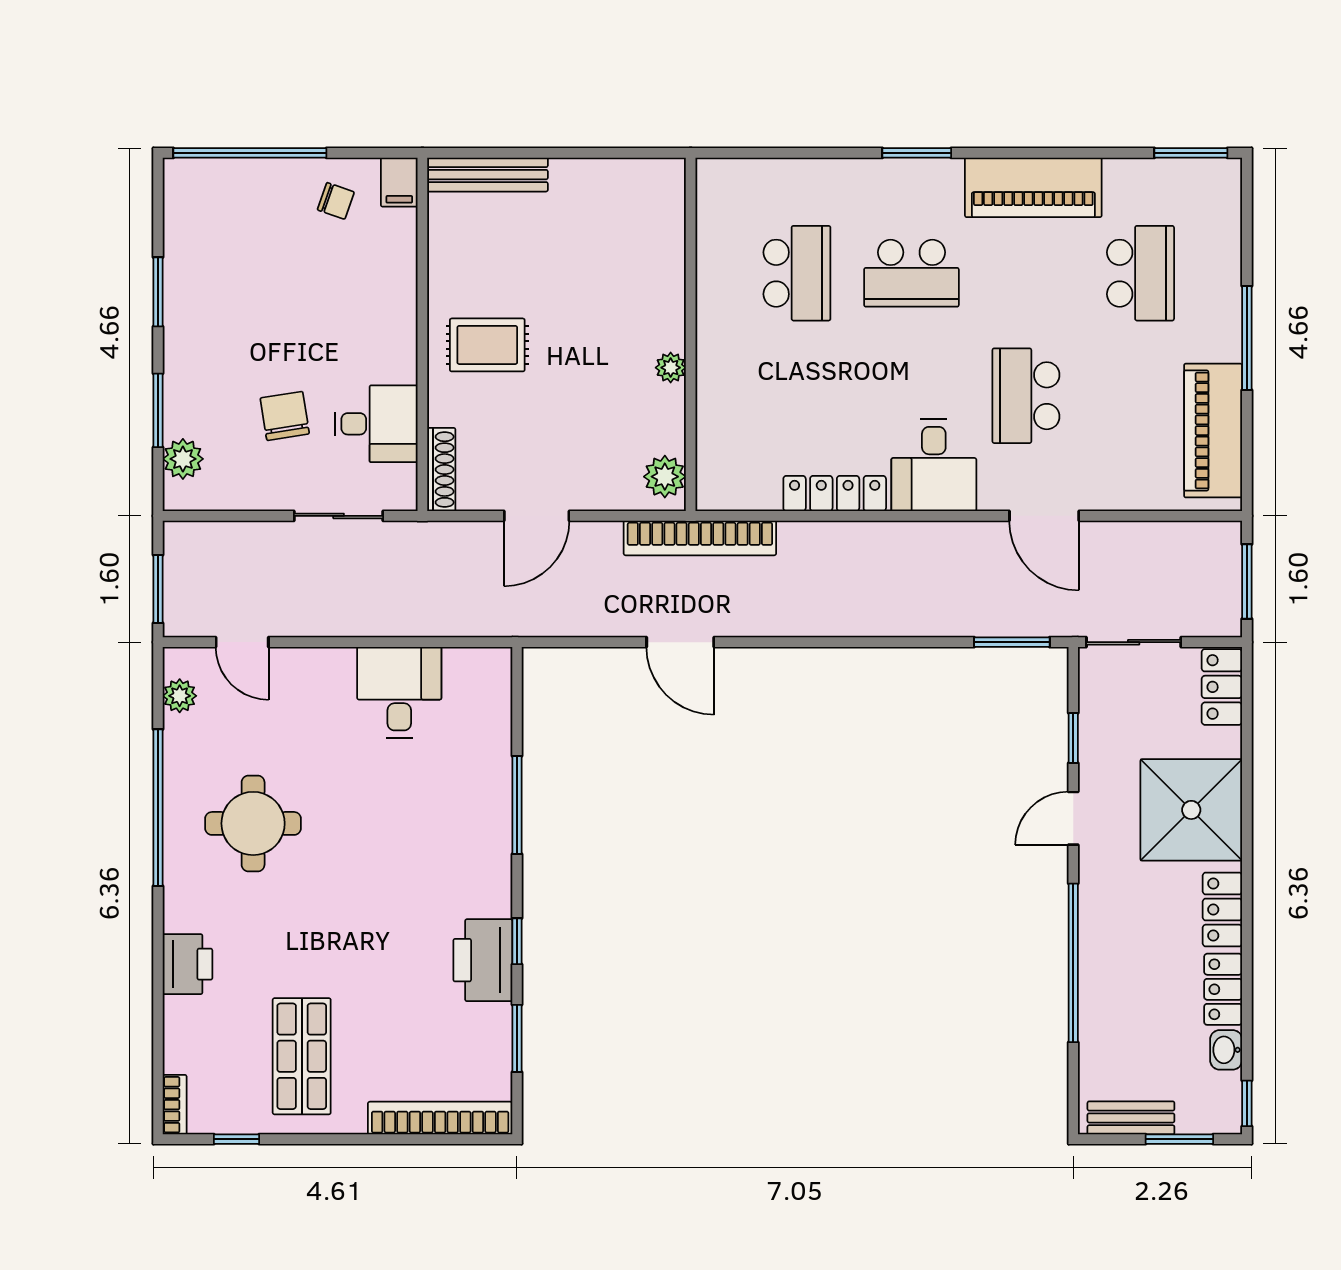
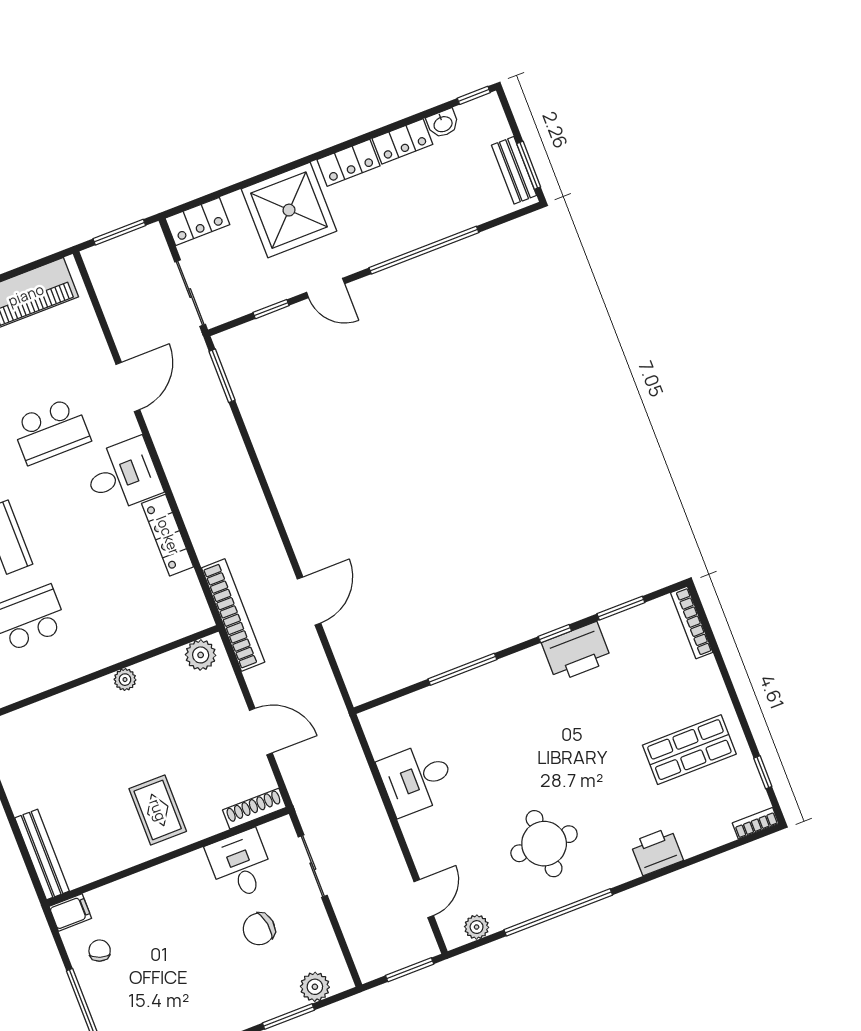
bookcase: (440, 1118) -> (692, 622), width x0.68, depth x0.76
window: (1179, 1139) -> (529, 165), moved

